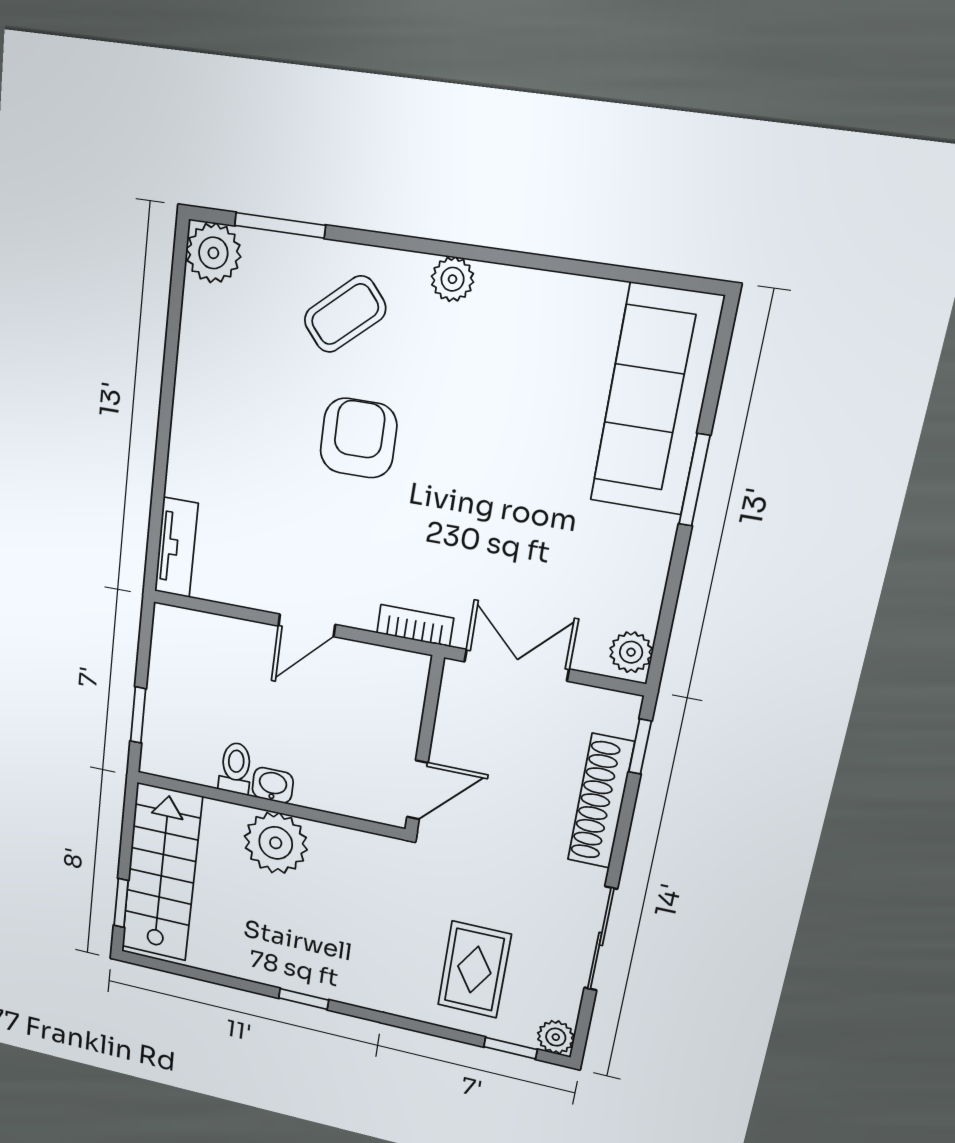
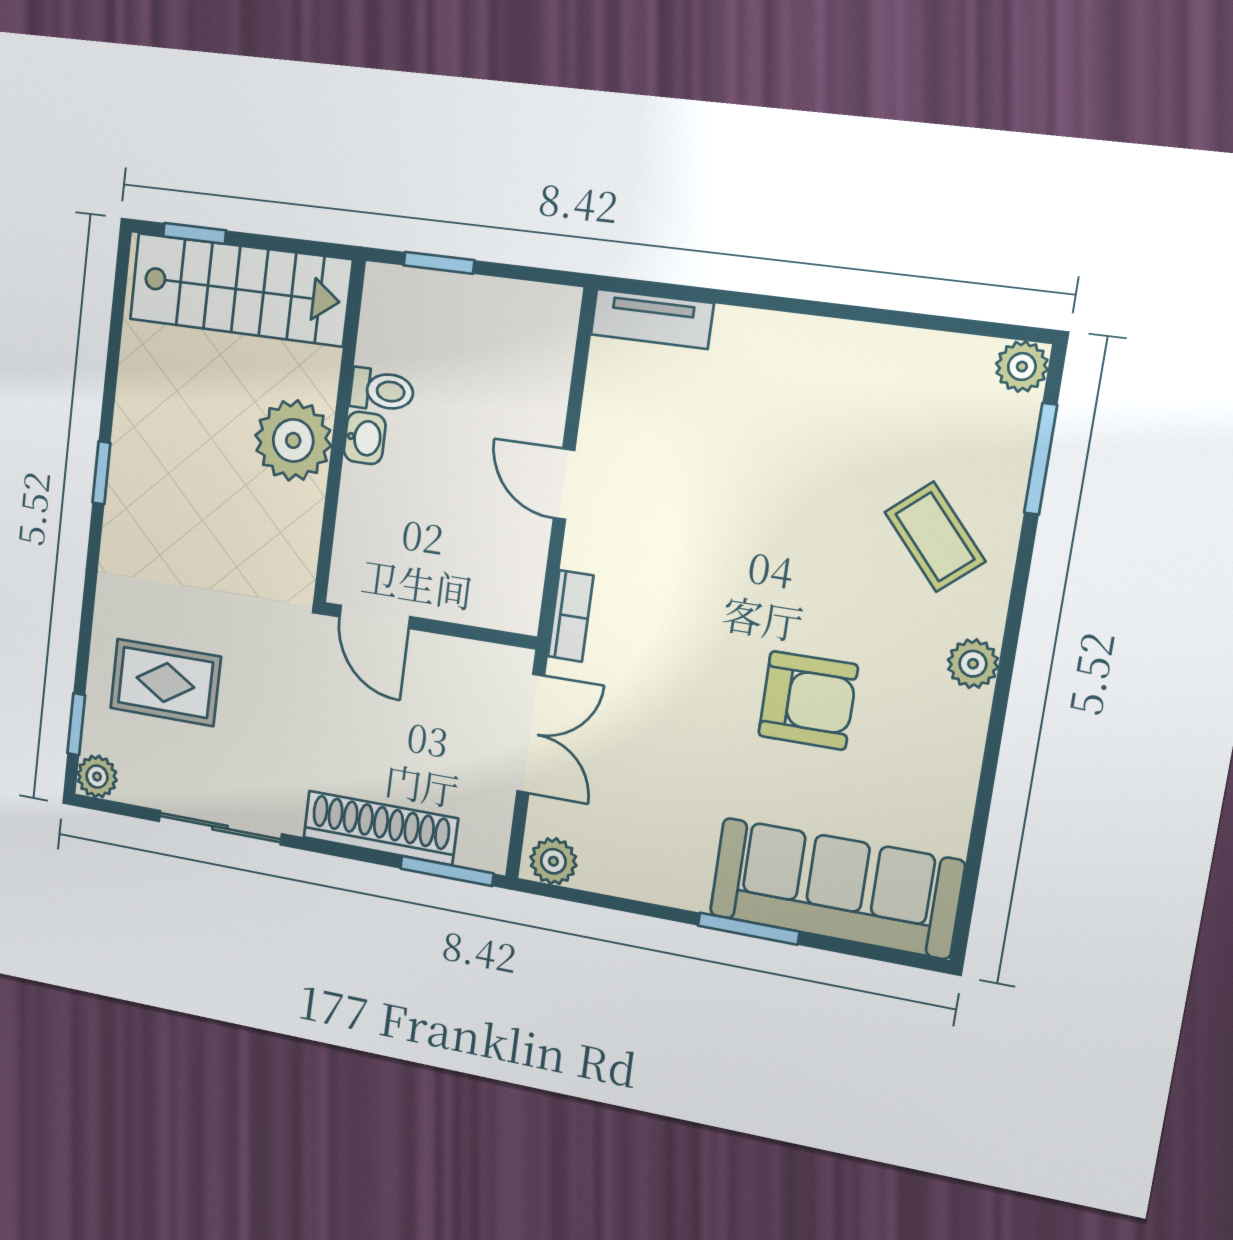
plant: (213, 253) -> (1022, 367), width x0.73, depth x0.73
armchair: (358, 438) -> (808, 700), moved
window: (640, 747) -> (447, 871), width x1.50

